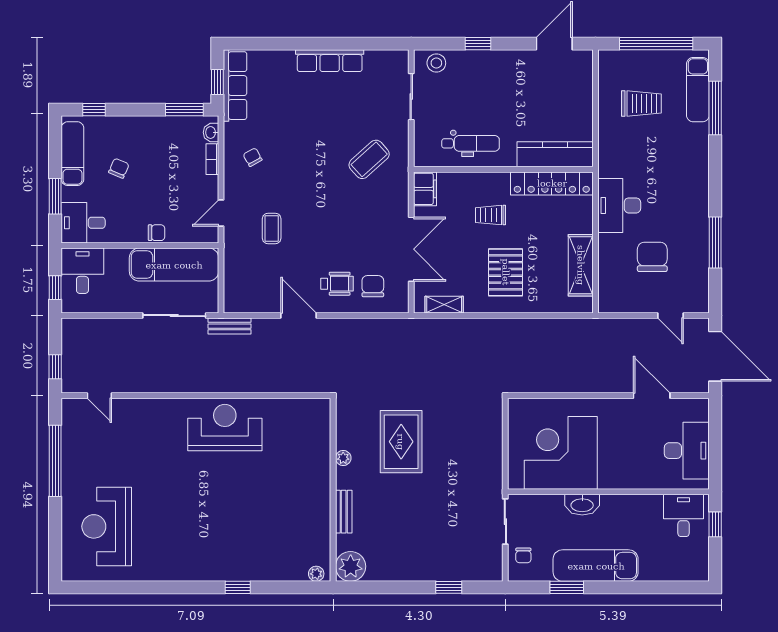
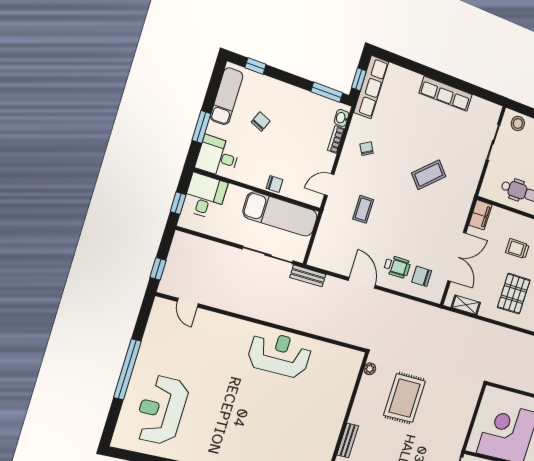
coffee table: (369, 159) -> (429, 175), moved
chair: (373, 286) -> (422, 276), turned -90
plant: (343, 458) -> (370, 369), moved
window: (55, 461) -> (127, 369), moved

